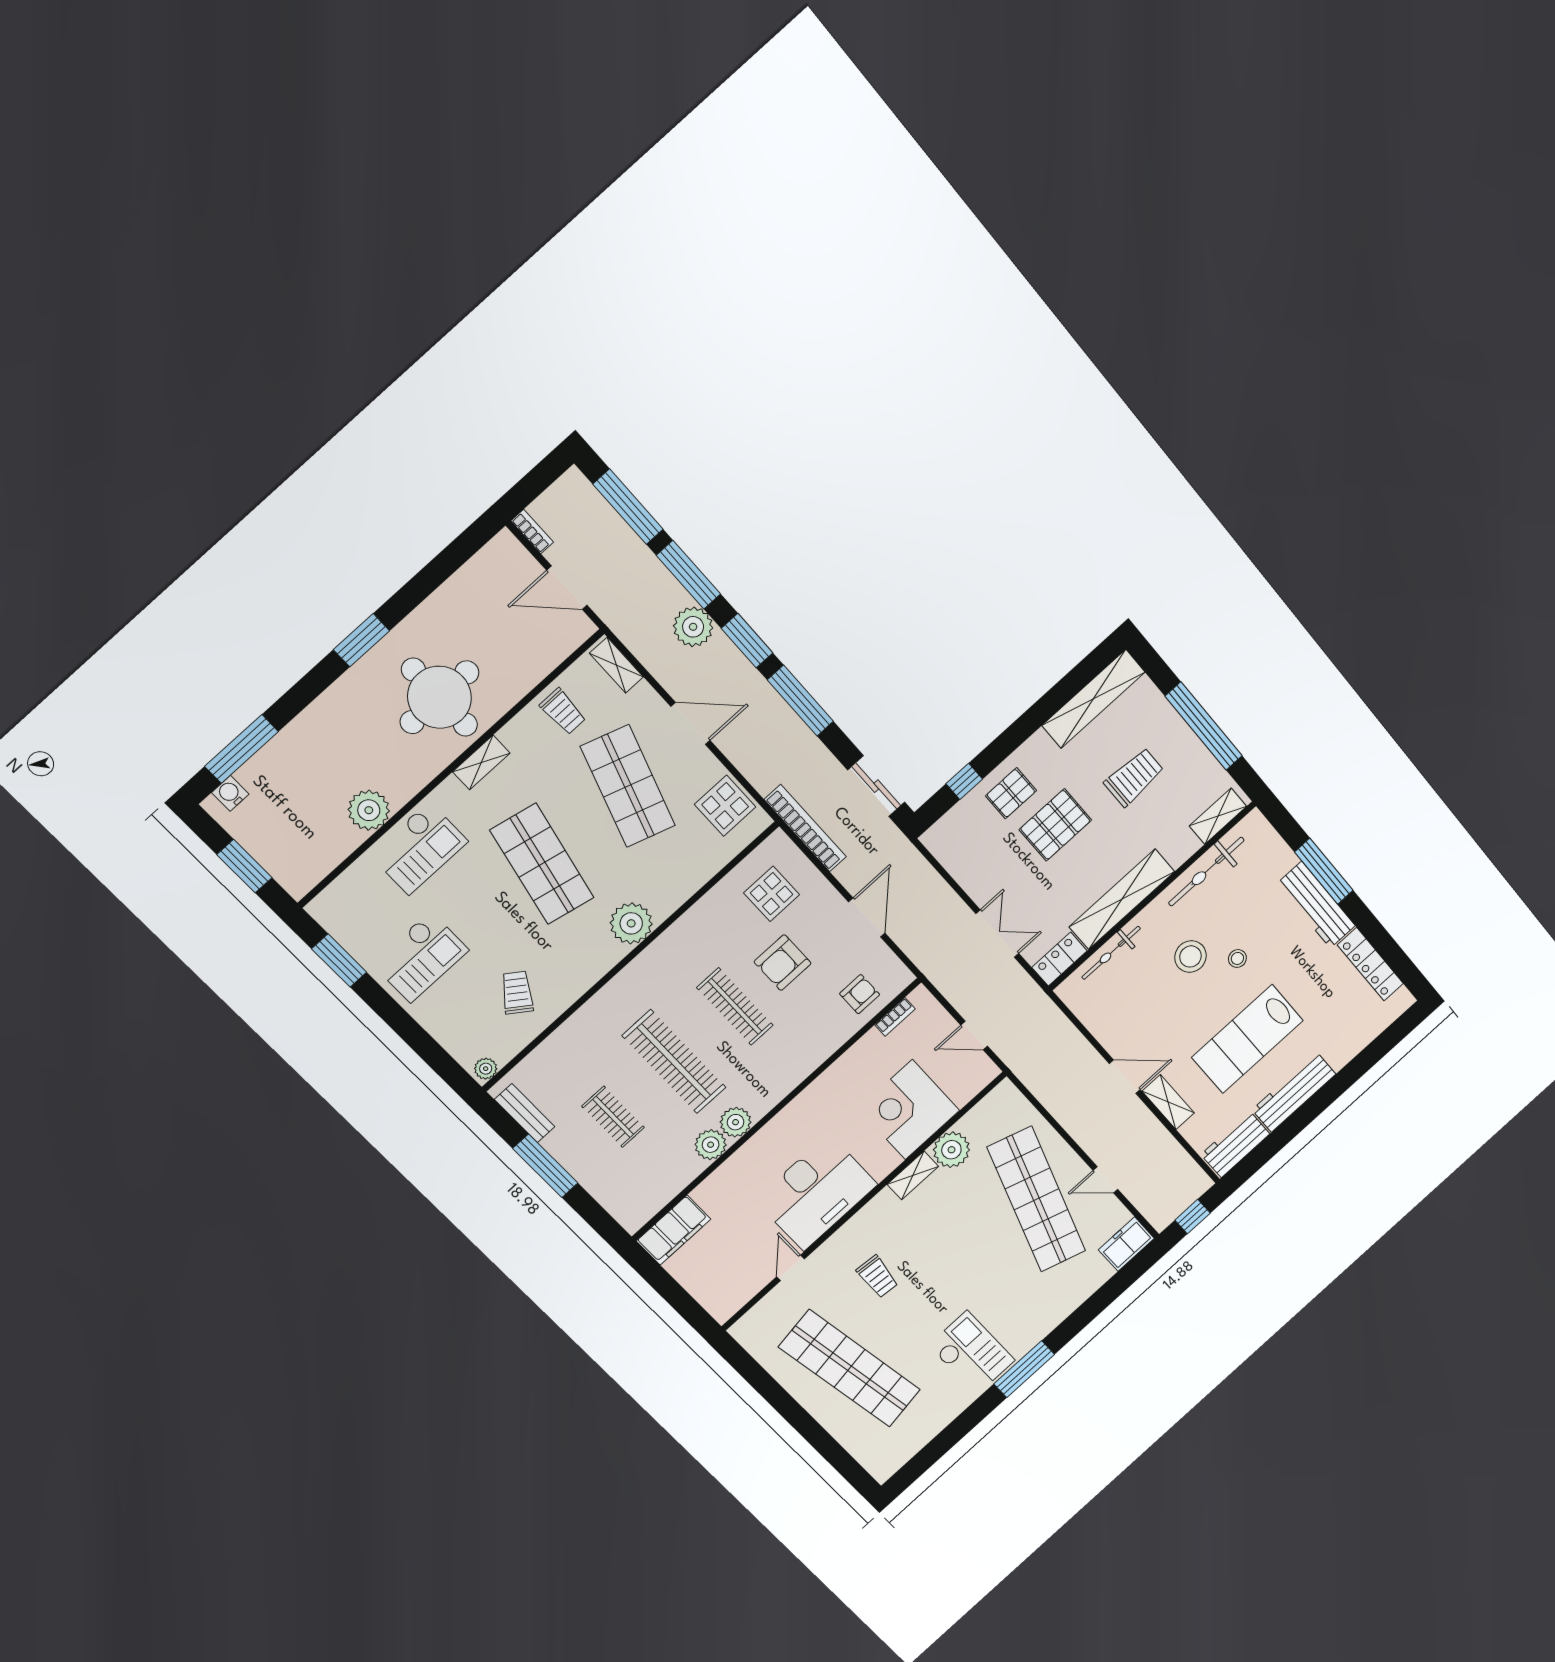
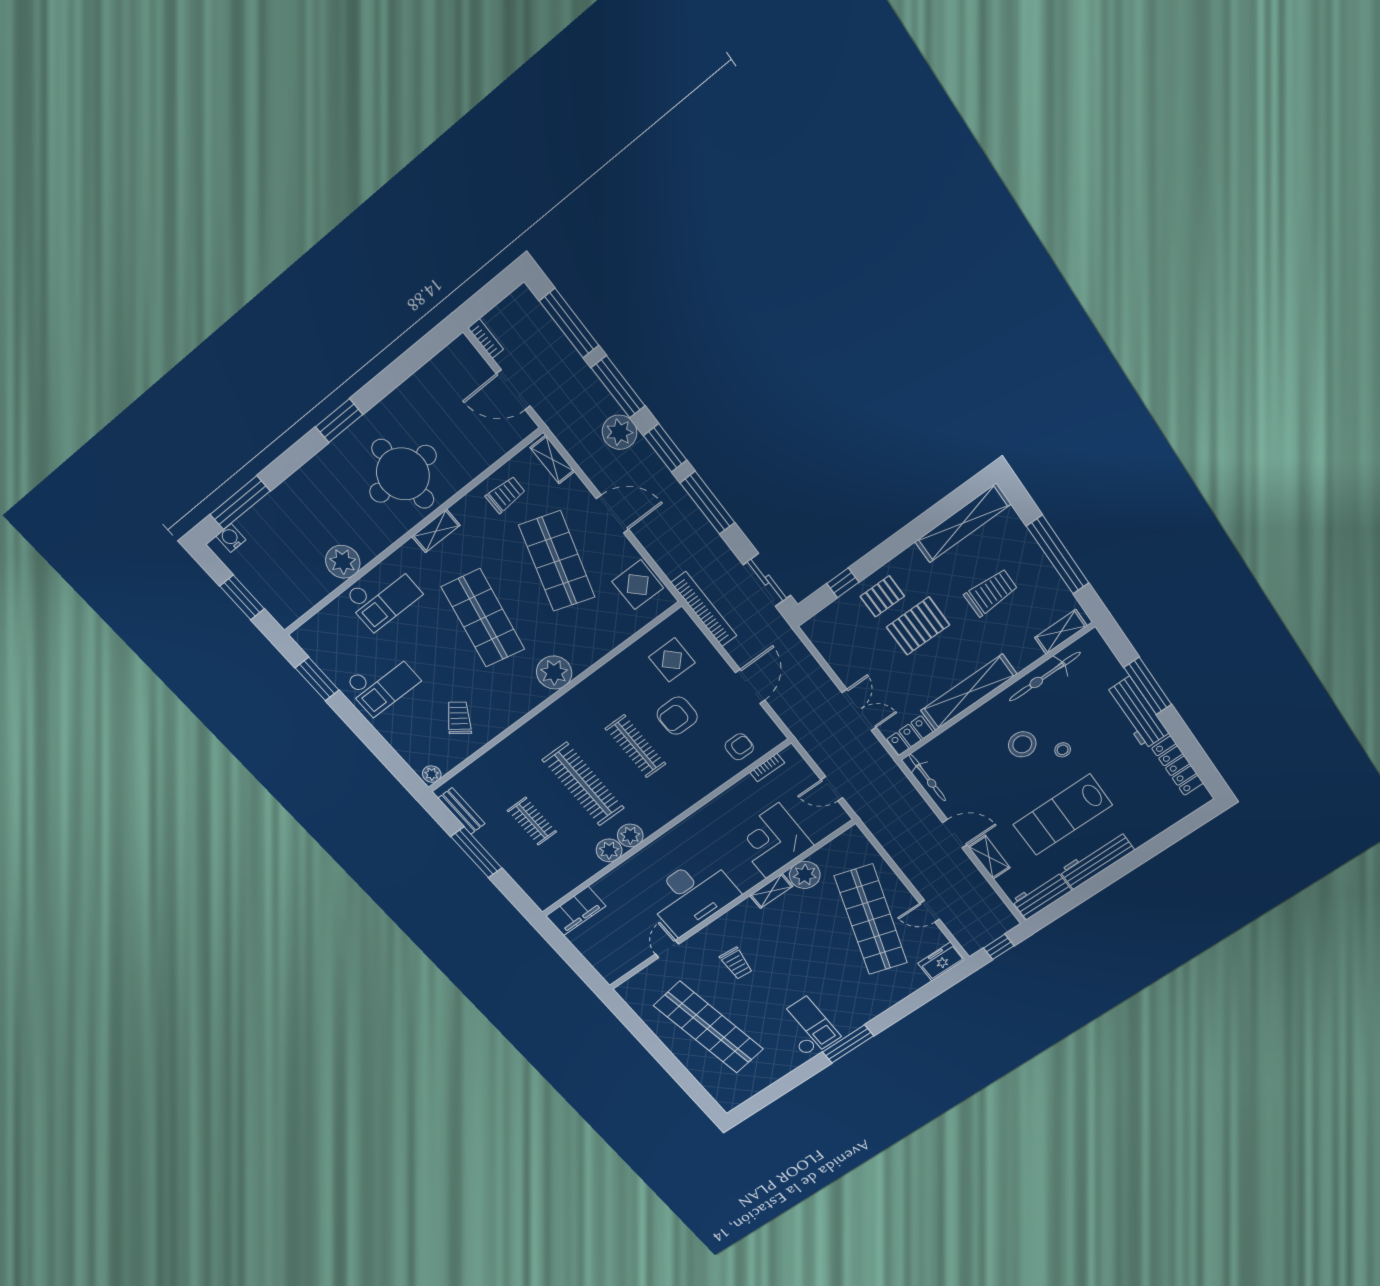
trolley: (563, 711) -> (505, 495), turned -90
bicycle: (1111, 953) -> (927, 778), moved, turned -90

